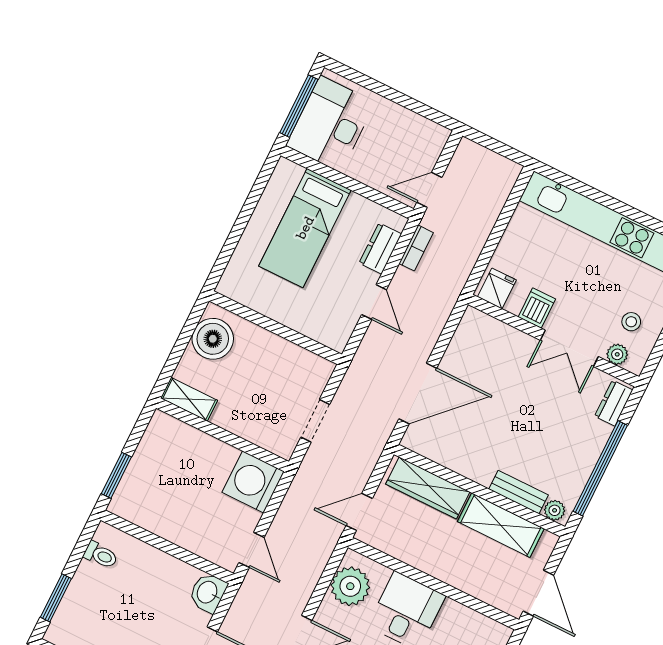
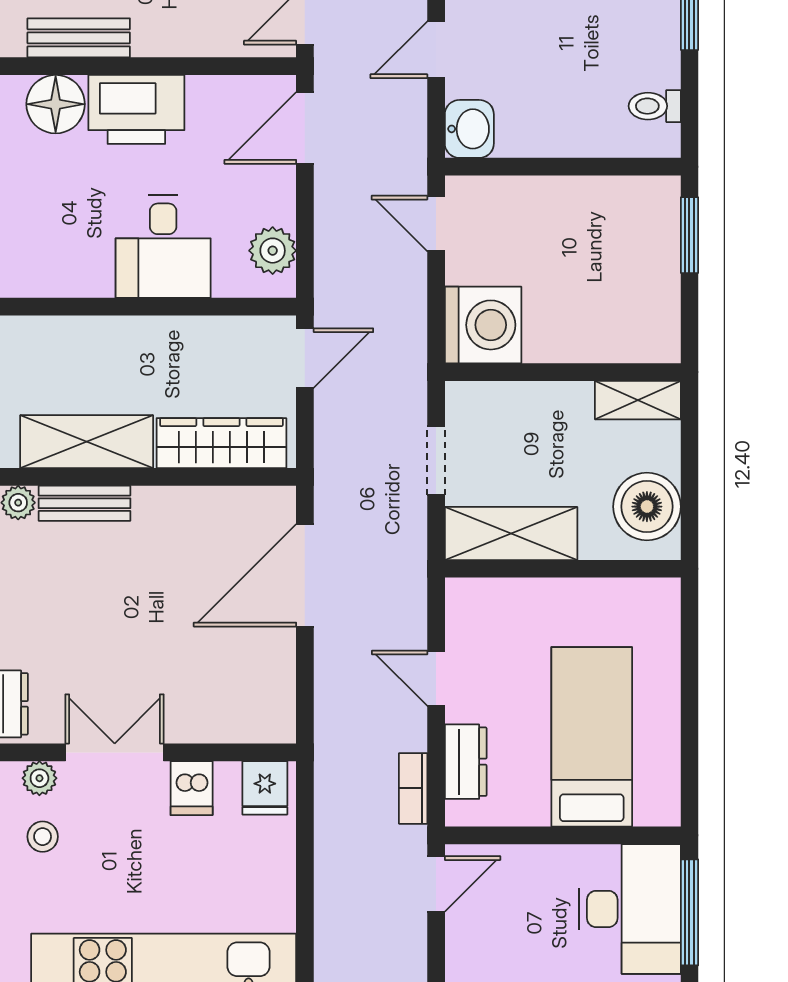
shelving: (294, 361) -> (511, 533), added
plant: (350, 586) -> (273, 251), width x0.73, depth x0.73

